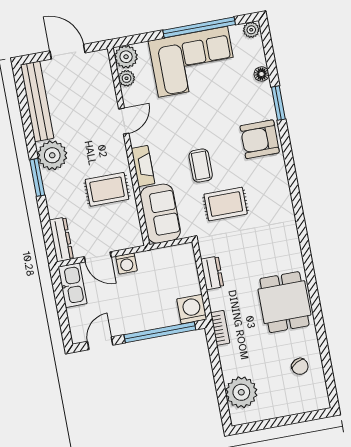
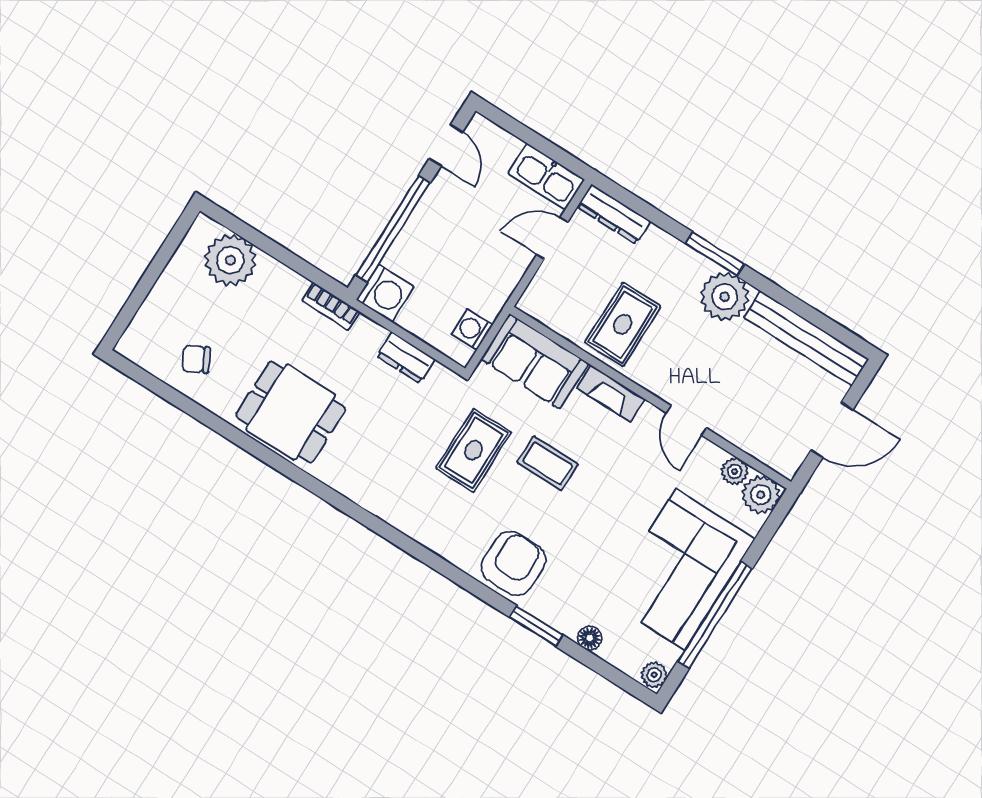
washing machine: (127, 263) -> (472, 329), moved

